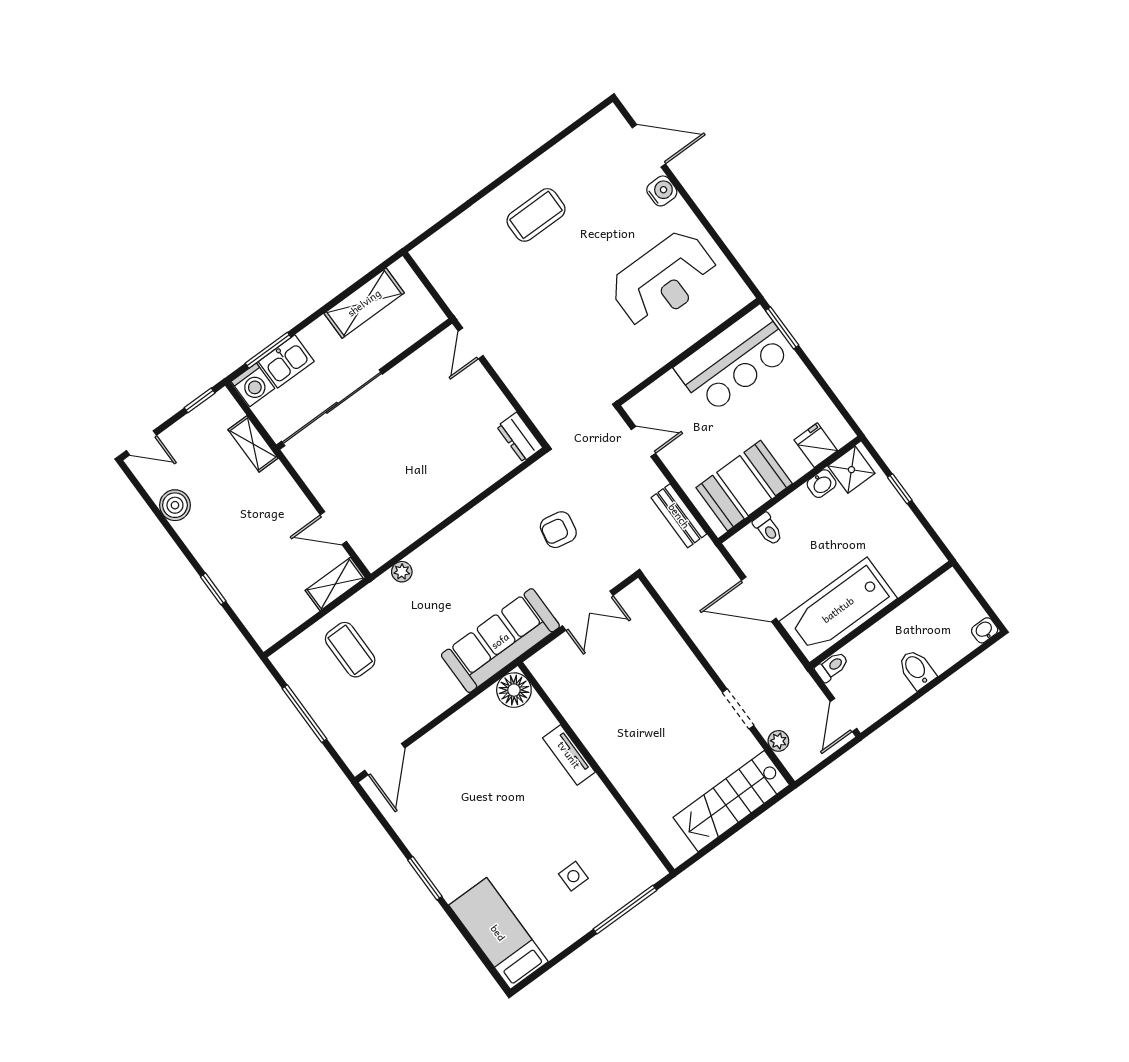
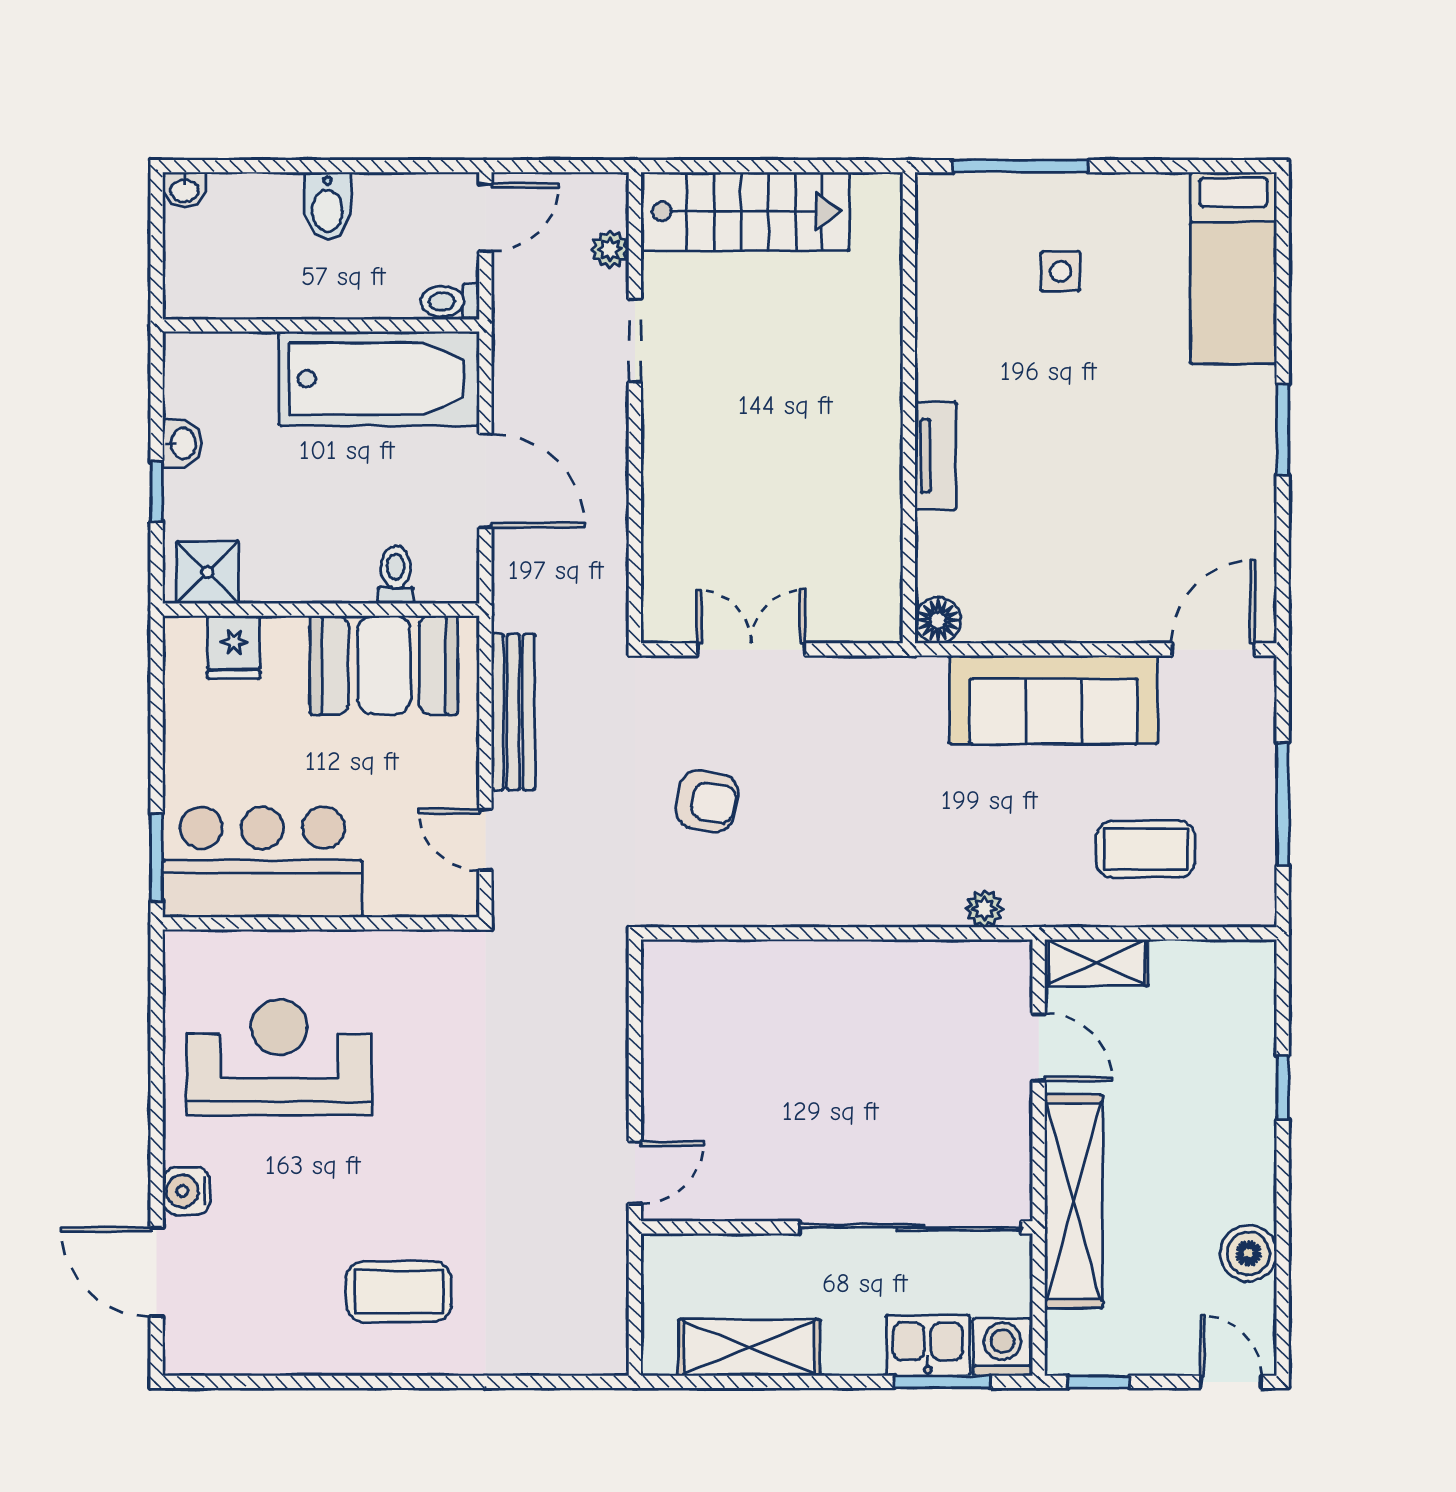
dresser: (520, 437) -> (664, 980), removed
shelving: (253, 444) -> (1074, 1201), width x2.20, depth x1.33
washbasin: (822, 484) -> (182, 443), moved, turned 90
bench: (679, 516) -> (513, 712), width x1.36
sofa: (500, 641) -> (1053, 700), moved
coffee table: (350, 650) -> (1146, 849), turned 90
floor lamp: (514, 690) -> (938, 620), width x0.73, depth x0.73

